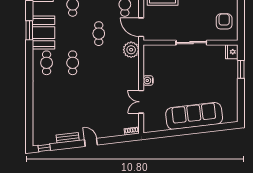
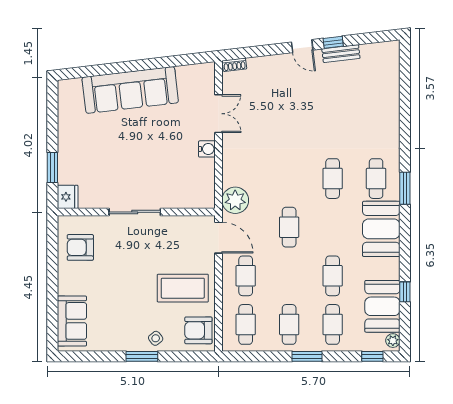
armchair: (224, 21) -> (80, 247), turned 90
window: (29, 30) -> (405, 188), moved
window: (44, 148) -> (333, 42), moved

